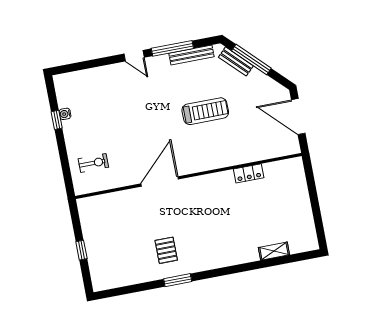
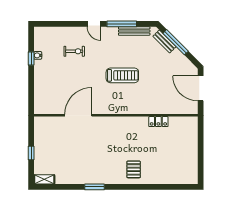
treadmill: (205, 111) -> (122, 75), moved
exercise bike: (93, 163) -> (74, 51), moved
door: (160, 181) -> (78, 115), moved
pallet: (166, 250) -> (134, 169), moved
shelving: (274, 251) -> (44, 179), moved

